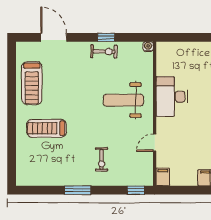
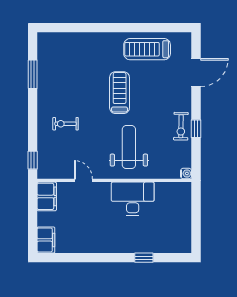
treadmill: (47, 128) -> (120, 93), moved
filing cabinet: (163, 177) -> (47, 196), width x2.00
window: (78, 190) -> (33, 74), moved

